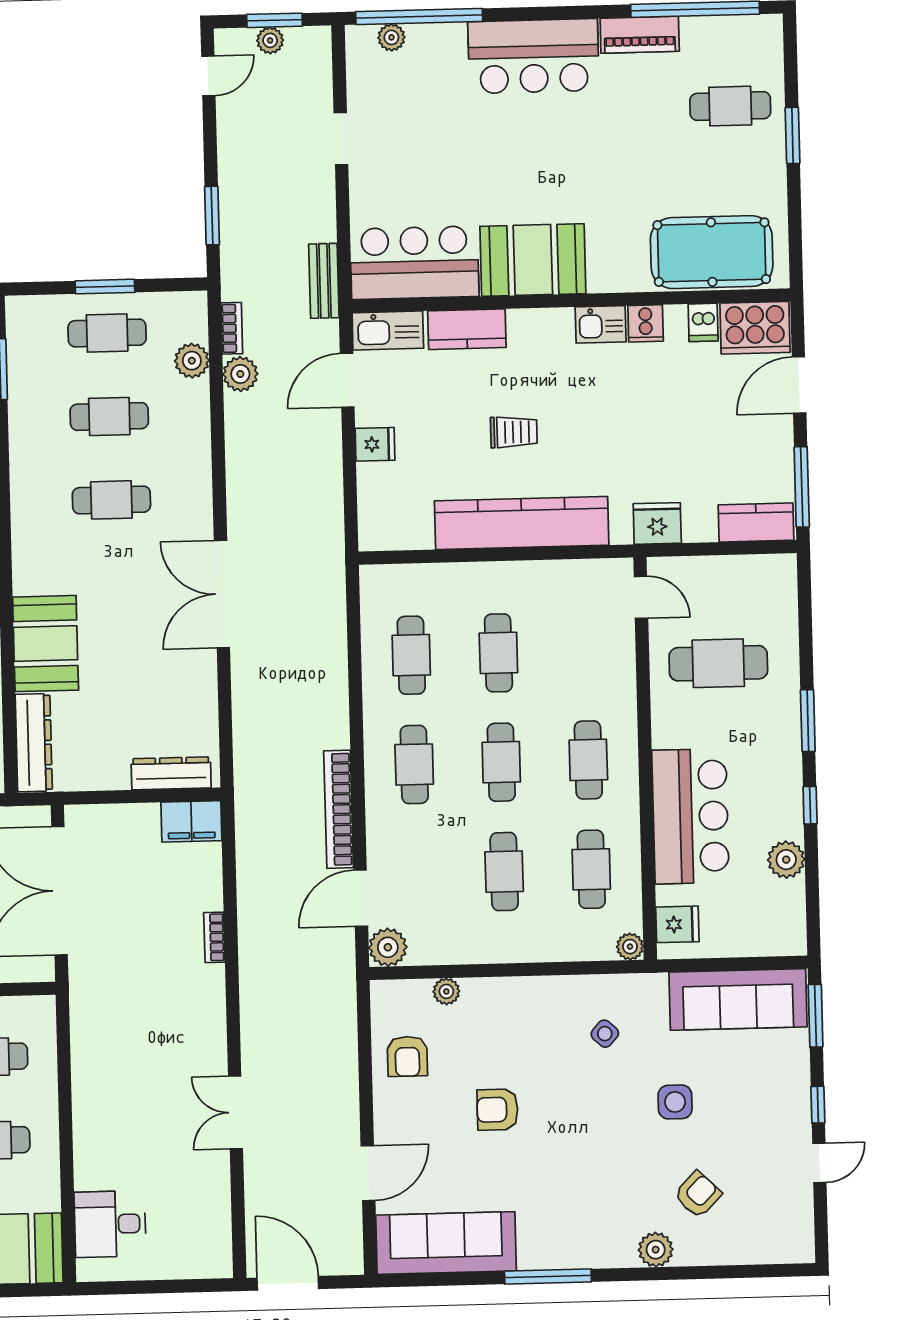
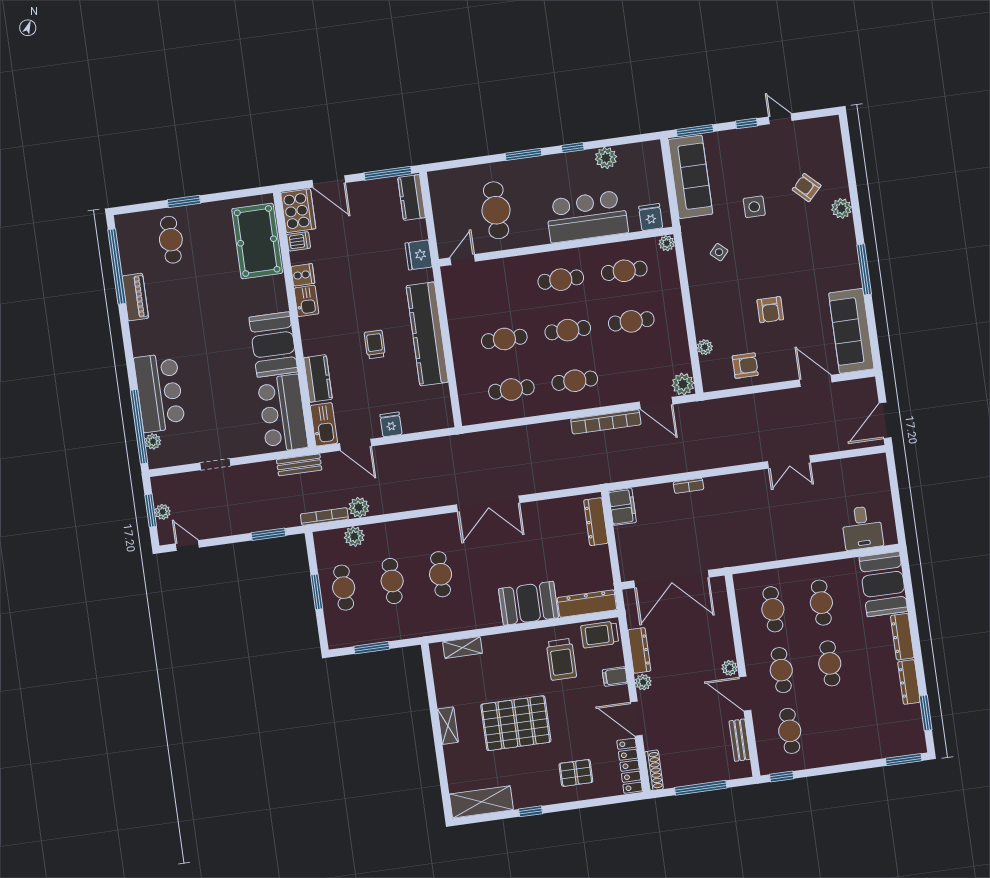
bar counter: (534, 56) -> (159, 393), moved
bookcase: (232, 328) -> (324, 517), width x1.56

